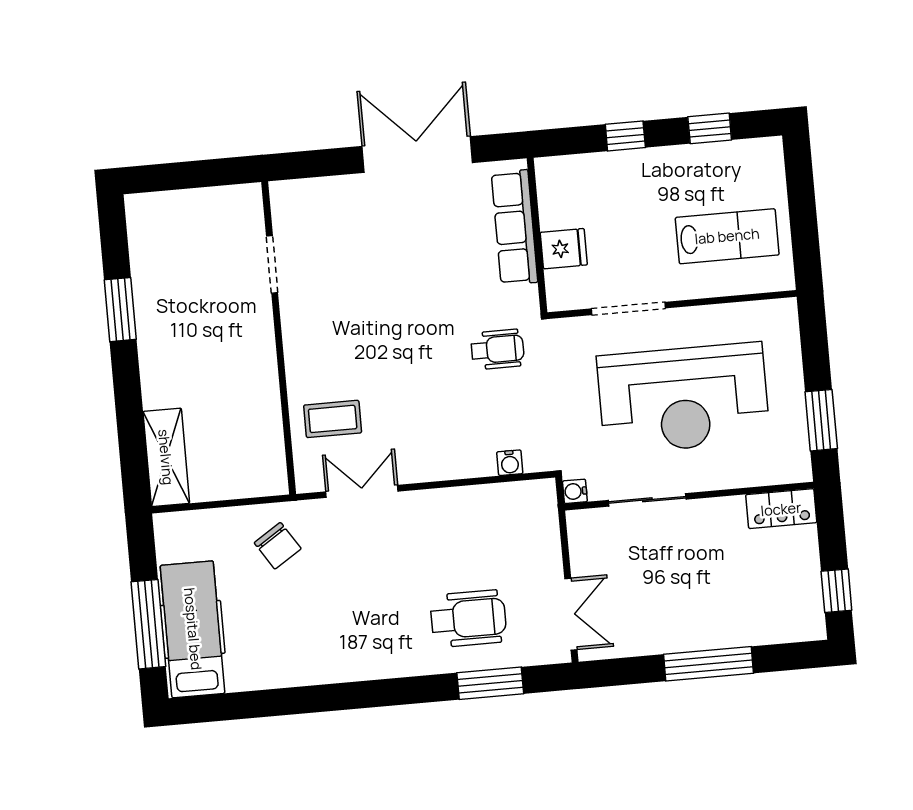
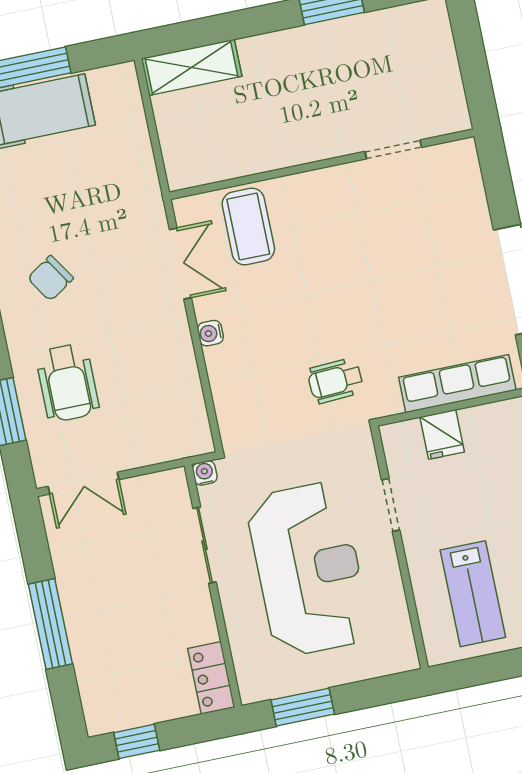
doorway: (629, 308) -> (391, 505), width x0.73
wheelchair: (497, 349) -> (335, 381), turned 87
reception desk: (683, 398) -> (308, 569), turned 180
coffee table: (333, 419) -> (248, 227), width x1.36, depth x1.30
water cooler: (510, 463) -> (210, 333), moved
chair: (278, 546) -> (50, 278), moved

